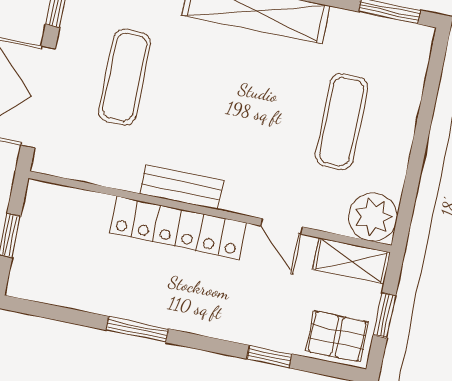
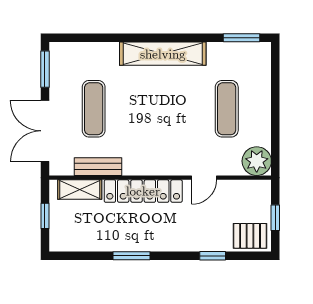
bench: (182, 187) -> (98, 167), moved
door: (282, 226) -> (204, 178), hinge flipped
shelving: (351, 261) -> (80, 190), moved

